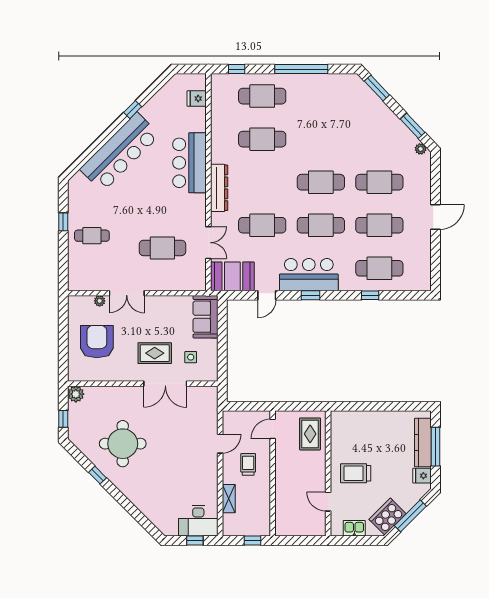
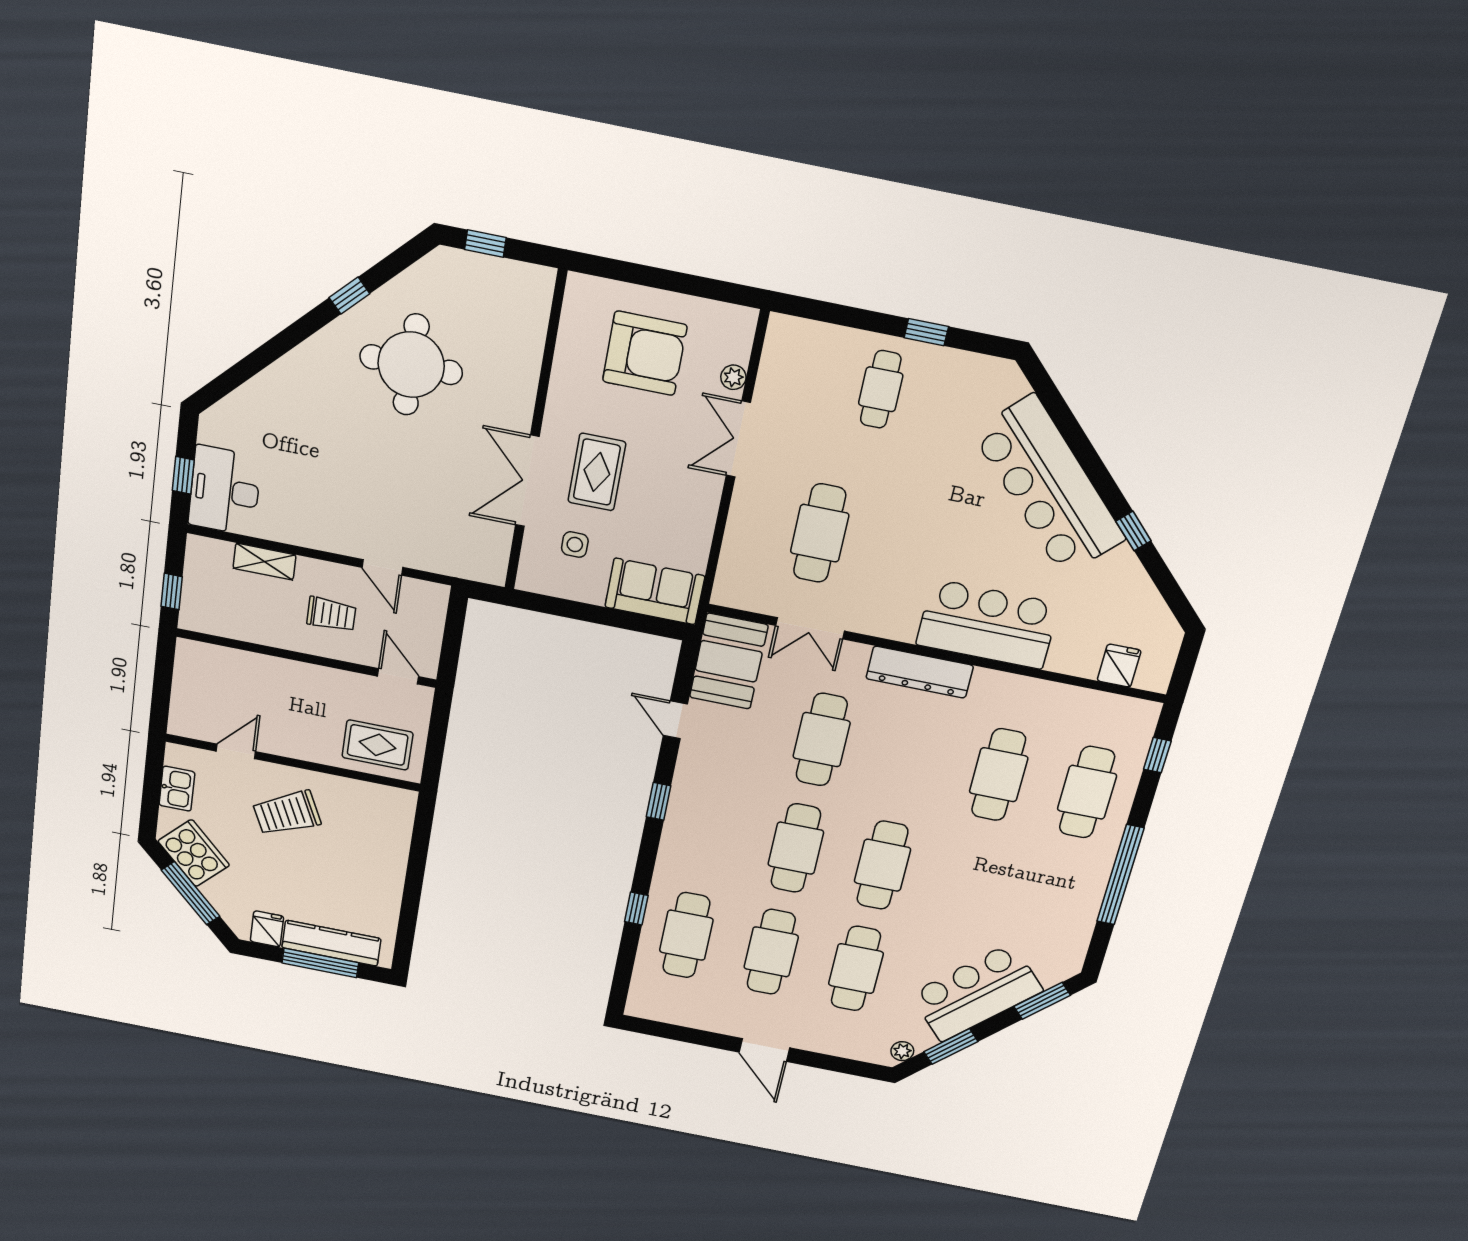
bar counter: (309, 275) -> (976, 993), moved, turned -133
plant: (76, 394) -> (536, 283), removed
trolley: (356, 473) -> (287, 813), turned -115

